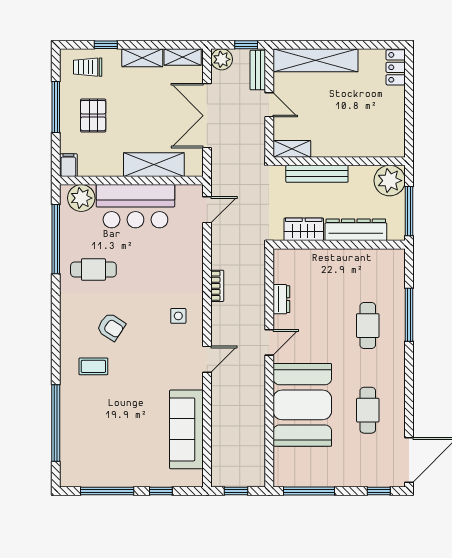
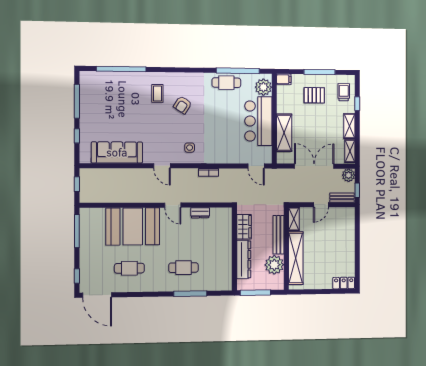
shelving: (316, 60) -> (296, 258), moved
plant: (390, 181) -> (274, 265), moved
cafe table: (93, 269) -> (226, 83), moved, turned 90

